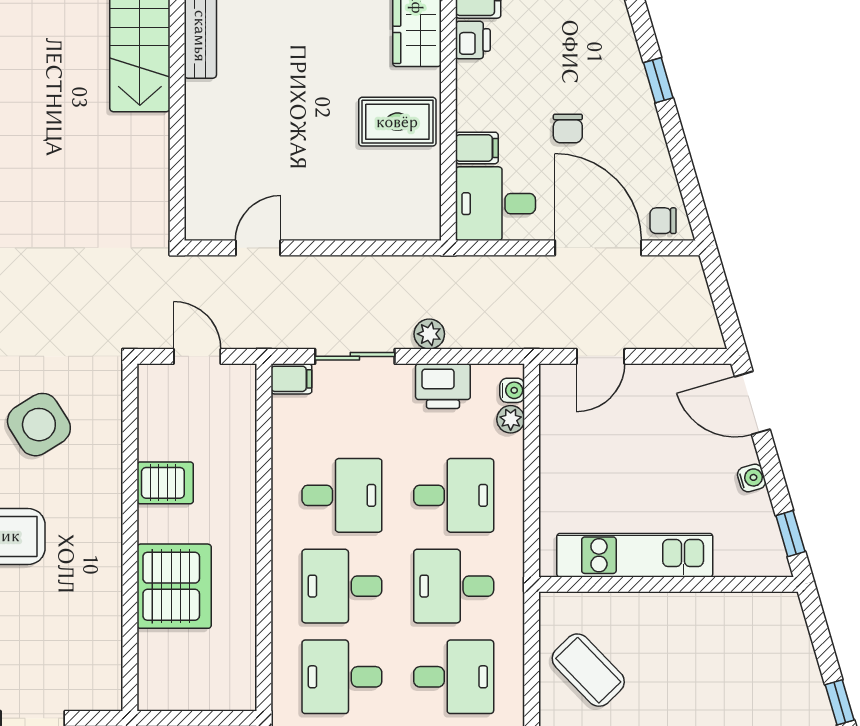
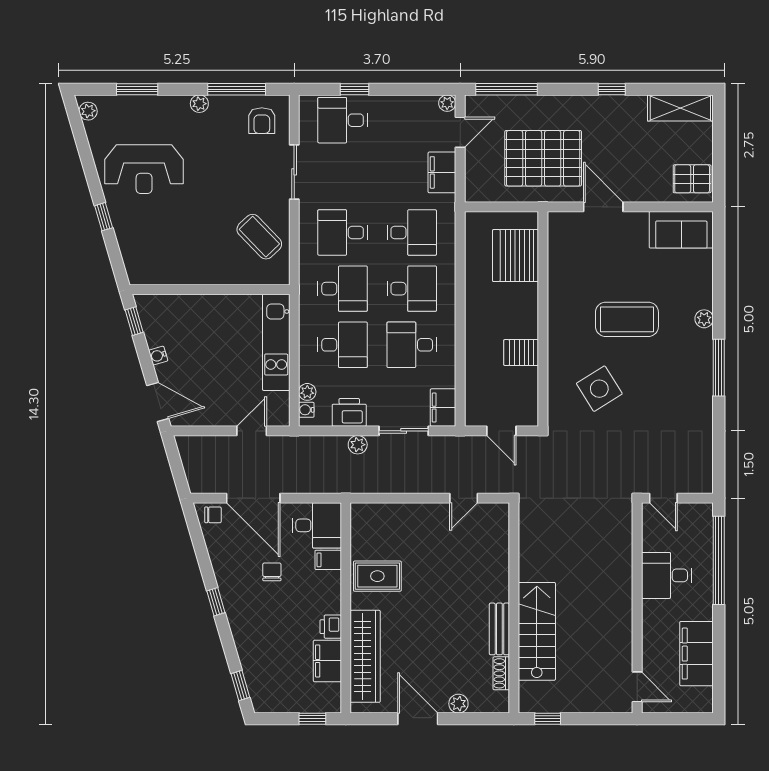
filing cabinet: (291, 379) -> (443, 408), width x2.00
desk: (454, 495) -> (343, 345), turned 180
kitchen unit: (635, 555) -> (276, 342), moved, turned 90
server rack: (174, 586) -> (516, 256), moved

